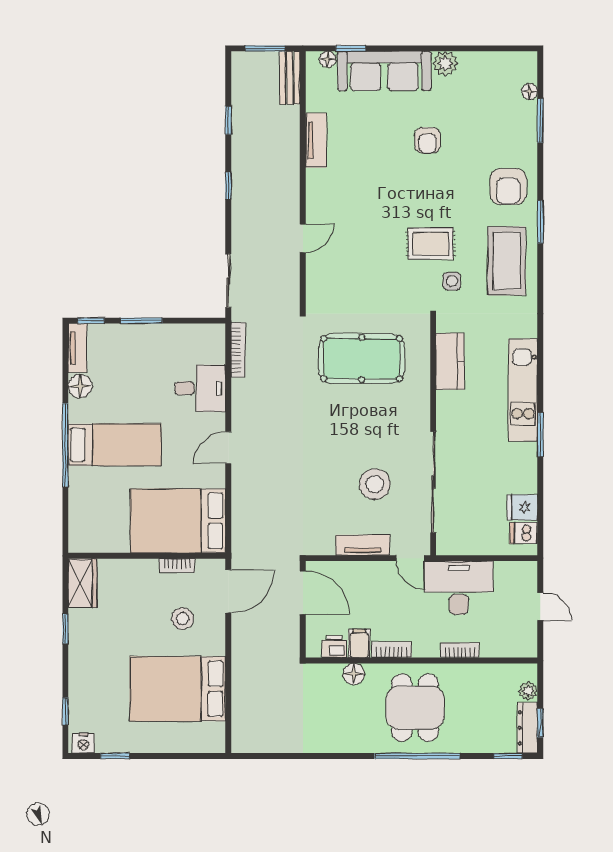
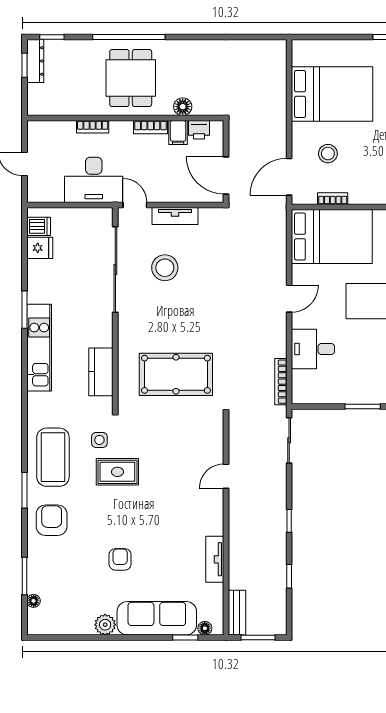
plant: (528, 691) -> (35, 92), removed

